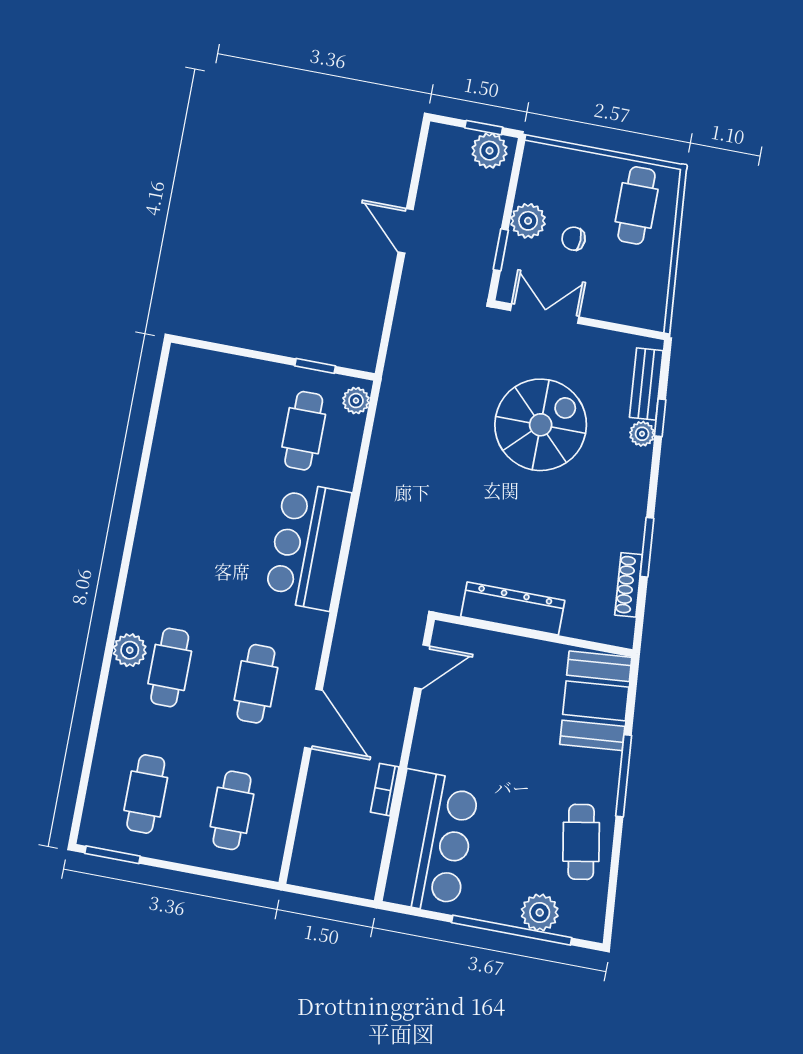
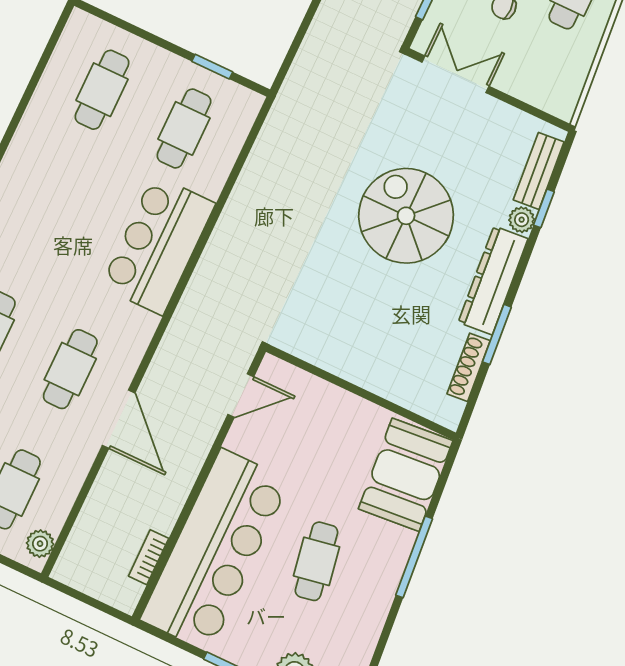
plant: (356, 401) -> (40, 544), moved
cafe table: (218, 414) -> (102, 90), added
spiral stairs: (541, 425) -> (406, 216), moved, turned -90
dresser: (513, 609) -> (493, 280), moved, turned -95
bookcase: (385, 790) -> (149, 557), moved
bar counter: (431, 842) -> (215, 550), width x1.36
cafe table: (581, 842) -> (316, 561), moved

